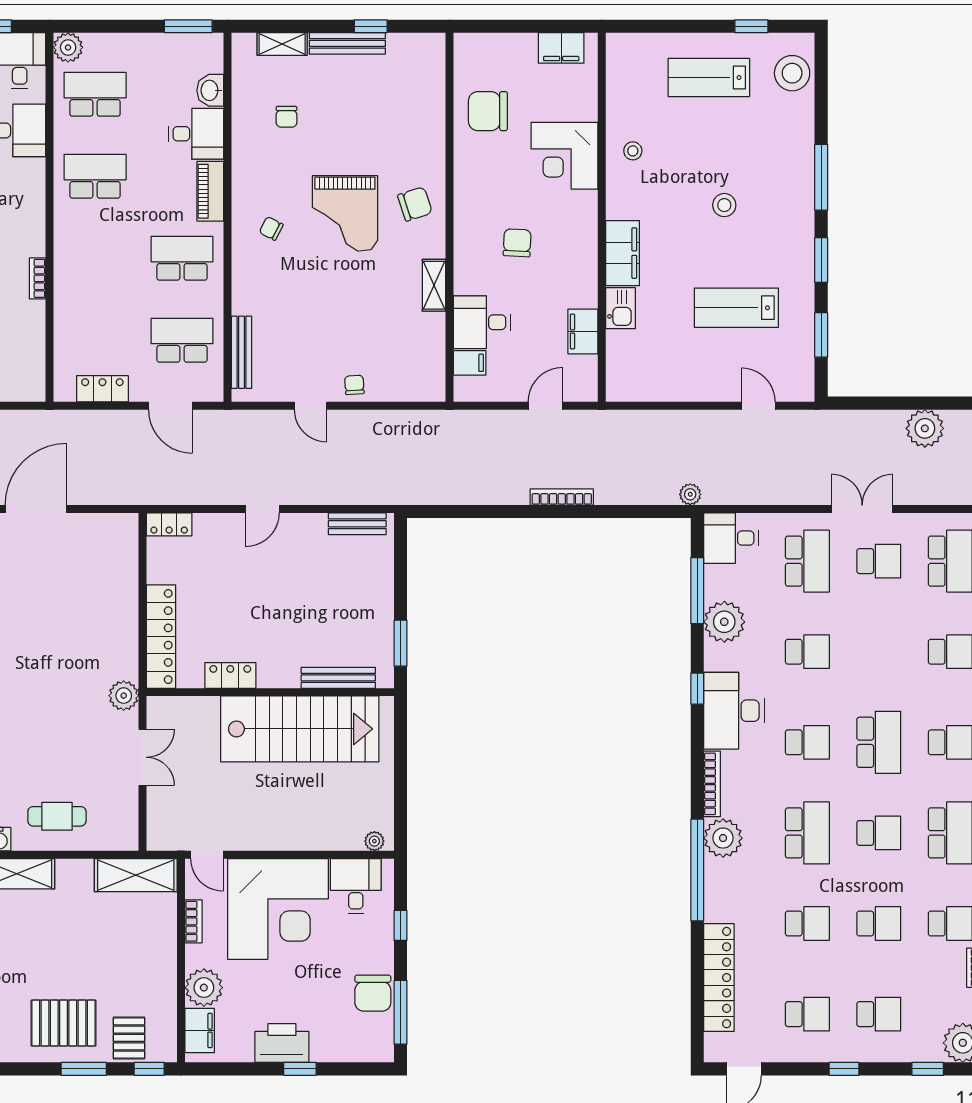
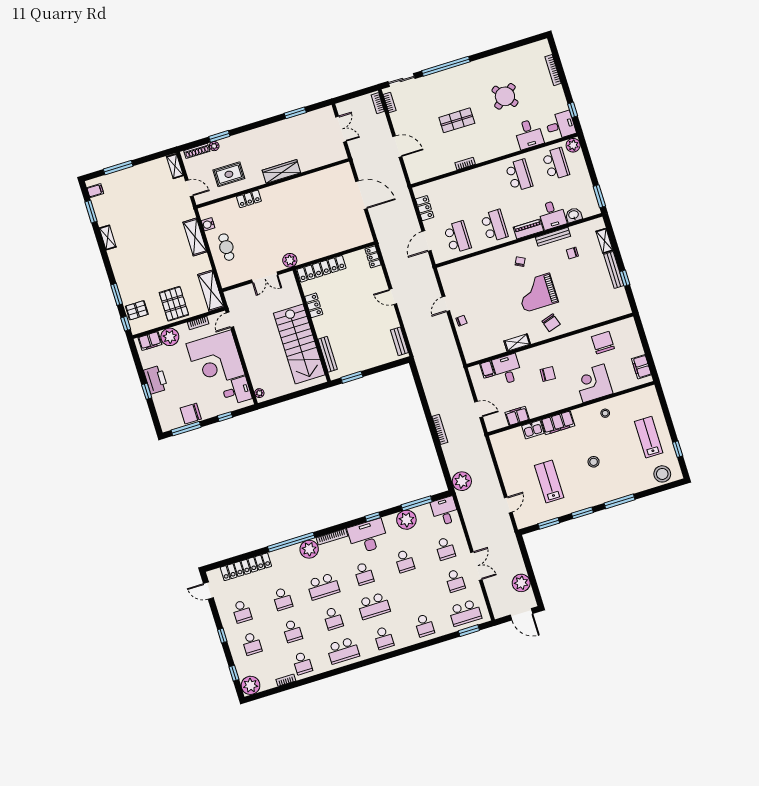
bench: (242, 352) -> (553, 237), moved
plant: (690, 494) -> (462, 481), width x1.88, depth x1.88
school desk: (807, 561) -> (445, 549), width x0.54
pallet: (63, 1023) -> (174, 304), moved

